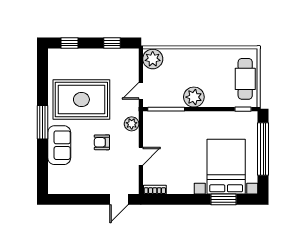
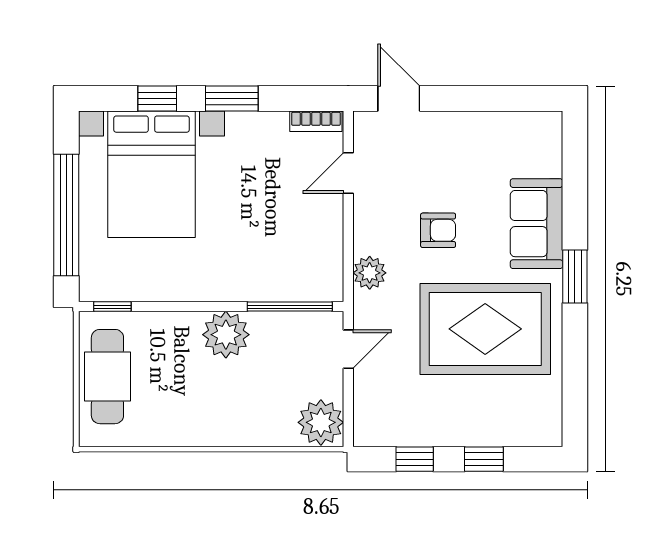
window: (70, 43) -> (484, 459), moved
window: (43, 122) -> (575, 277), width x0.69
door: (141, 156) -> (348, 173), moved
door: (119, 199) -> (399, 98), hinge flipped
window: (191, 199) -> (232, 98), added
window: (224, 199) -> (157, 98), width x0.67

